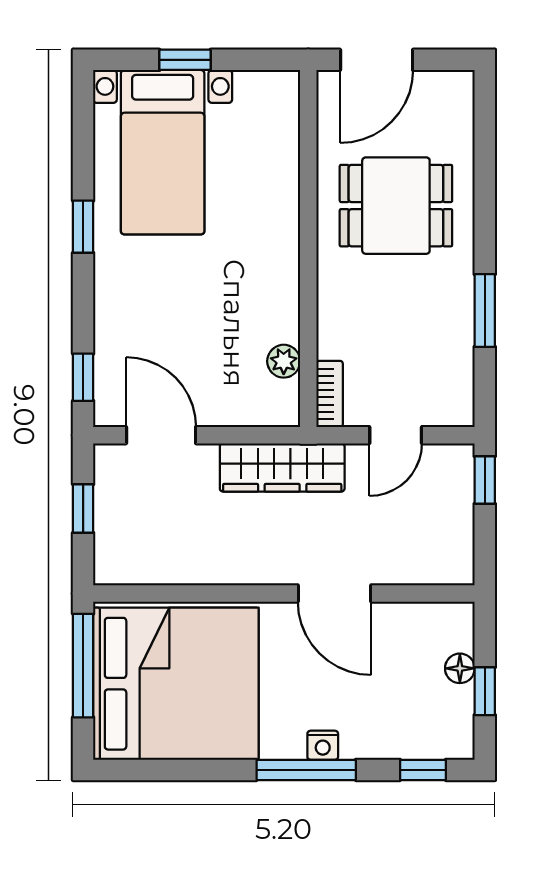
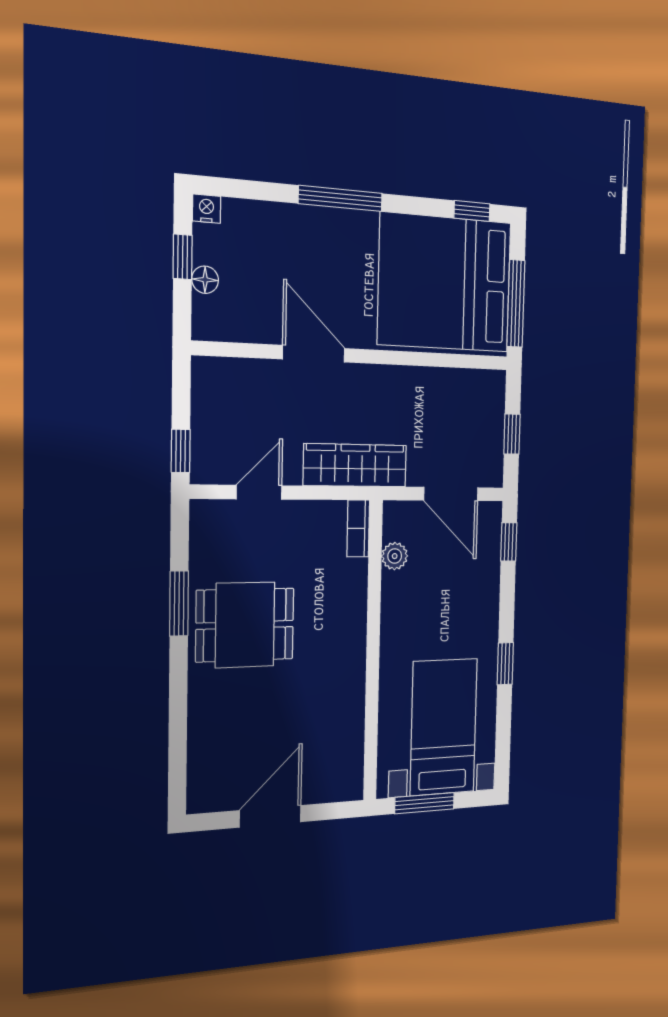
window: (185, 60) -> (425, 803), width x1.50
dining table: (396, 206) -> (245, 625), moved
wall: (308, 249) -> (373, 651), moved
plant: (284, 361) -> (395, 556), moved
bookcase: (330, 394) -> (358, 528), moved
nightstand: (323, 745) -> (207, 209), moved
window: (423, 770) -> (472, 211), moved

